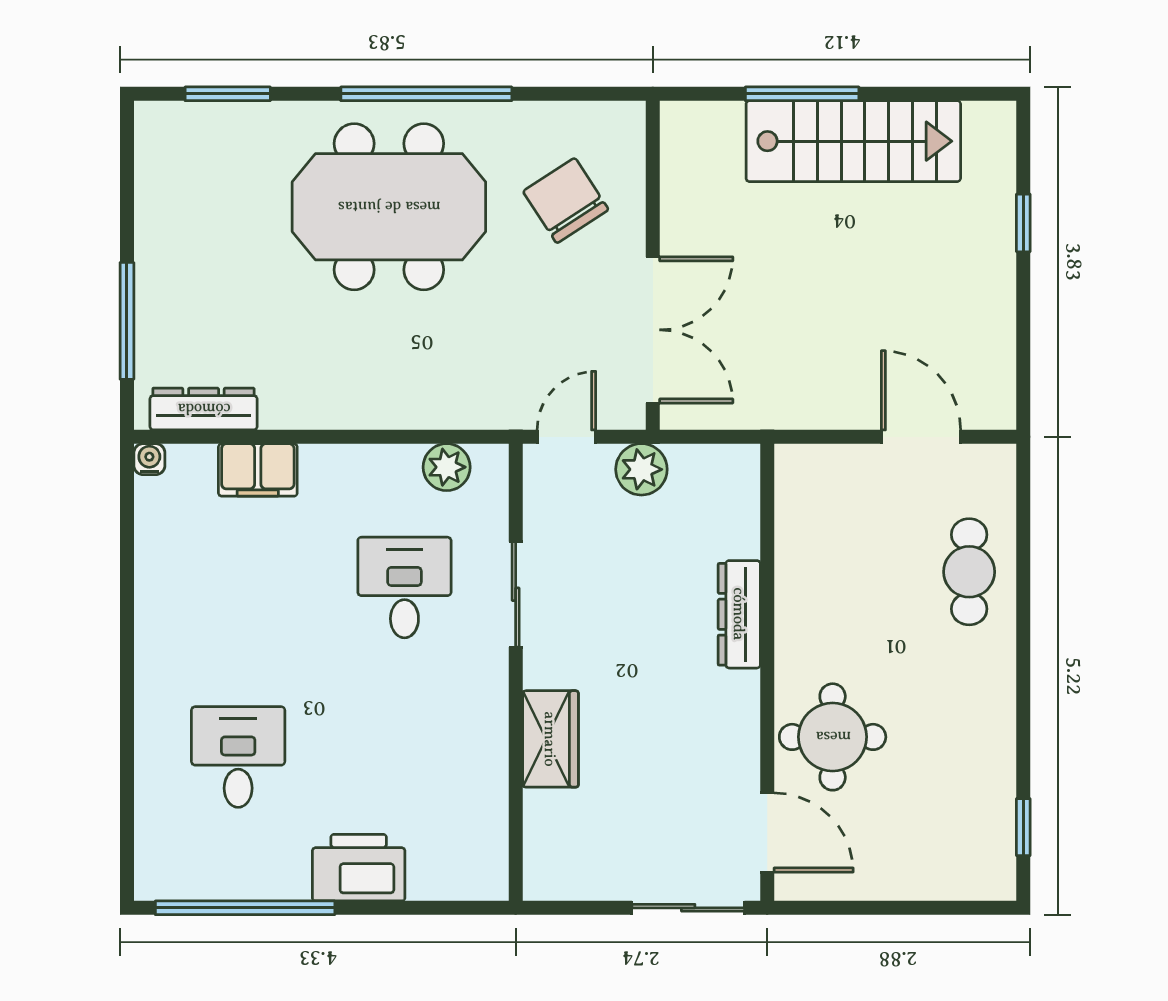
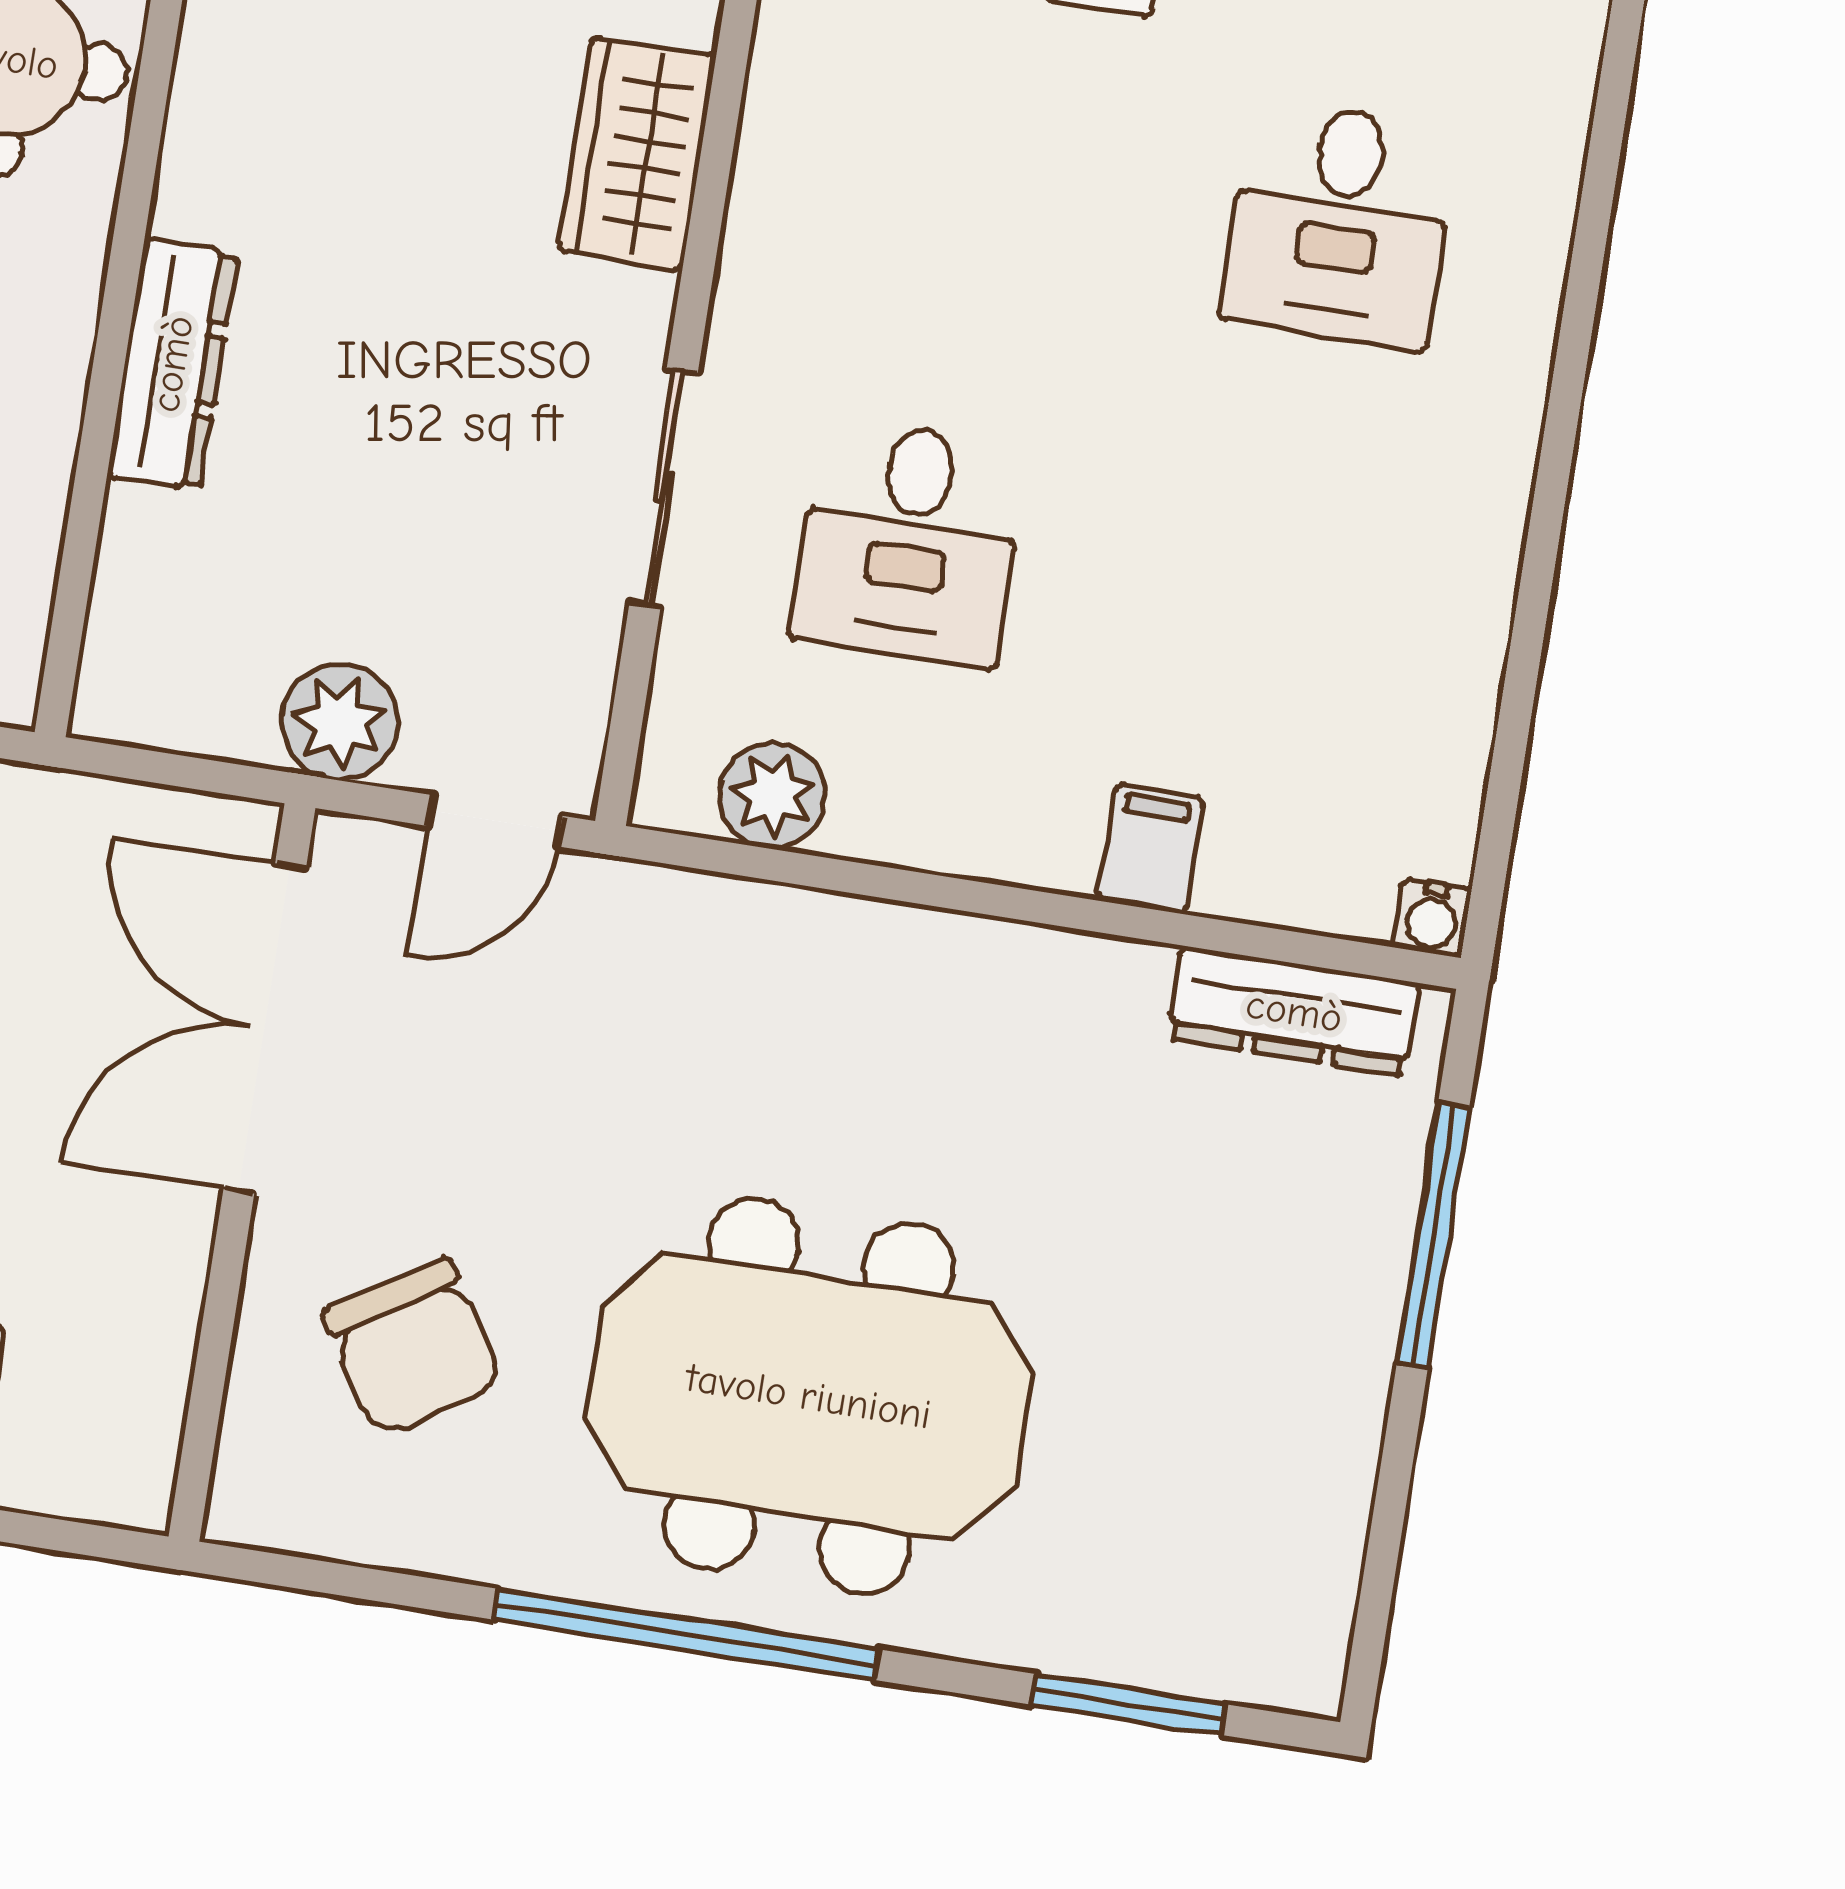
filing cabinet: (258, 470) -> (1150, 849), width x0.50

